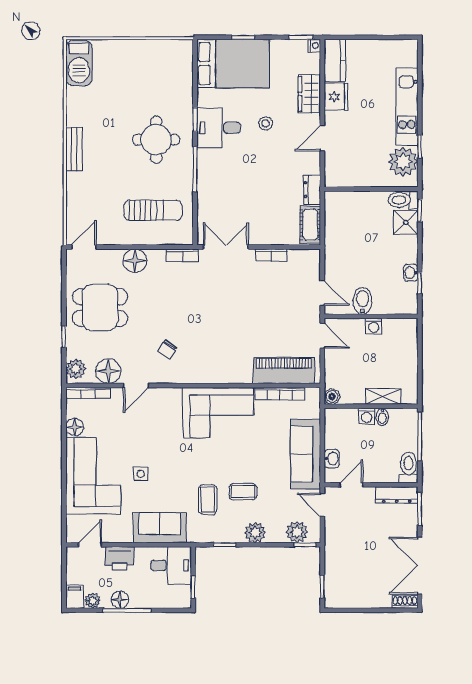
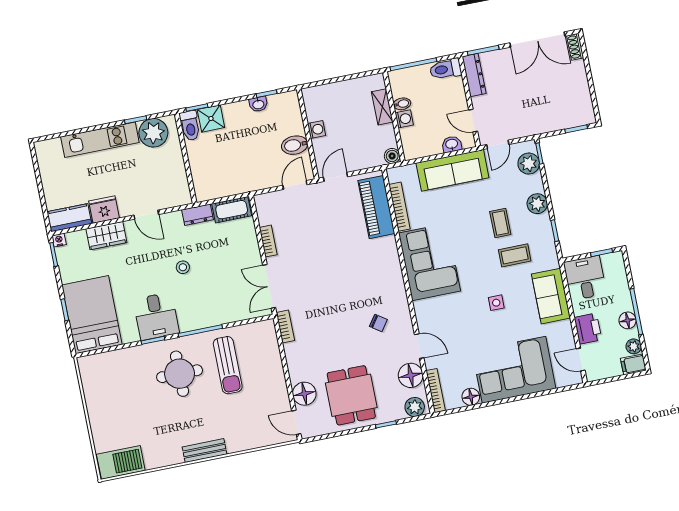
stool: (266, 123) -> (183, 267), moved
sun lounger: (153, 210) -> (228, 365), moved, turned 180
floor lamp: (135, 261) -> (304, 394), moved
side table: (141, 474) -> (496, 303), moved

